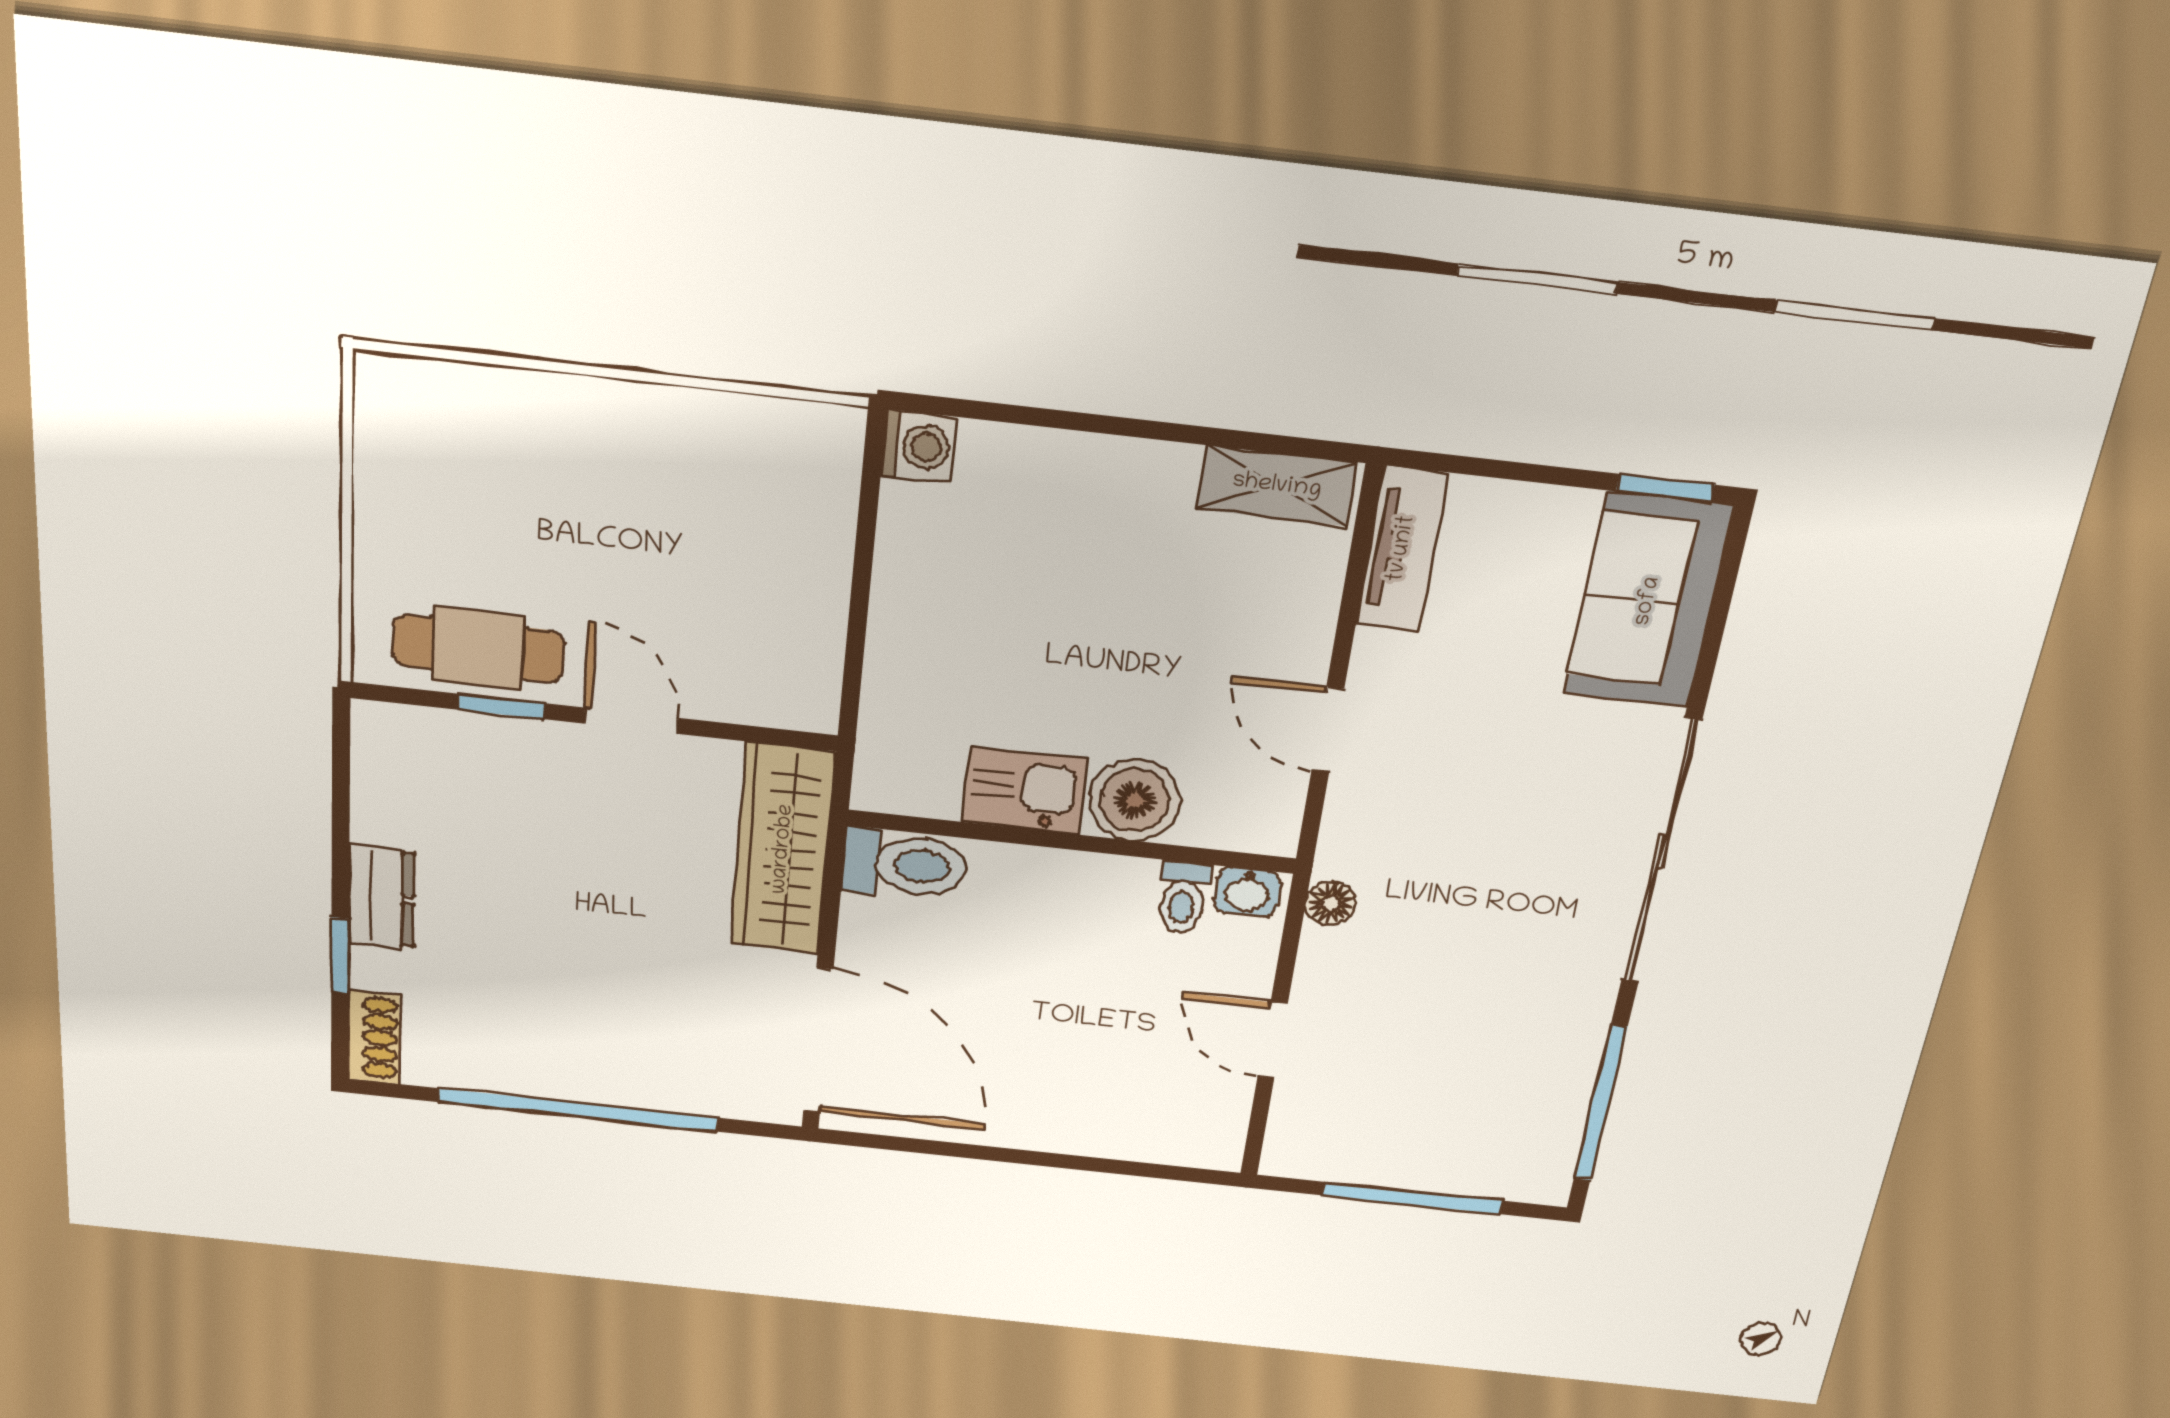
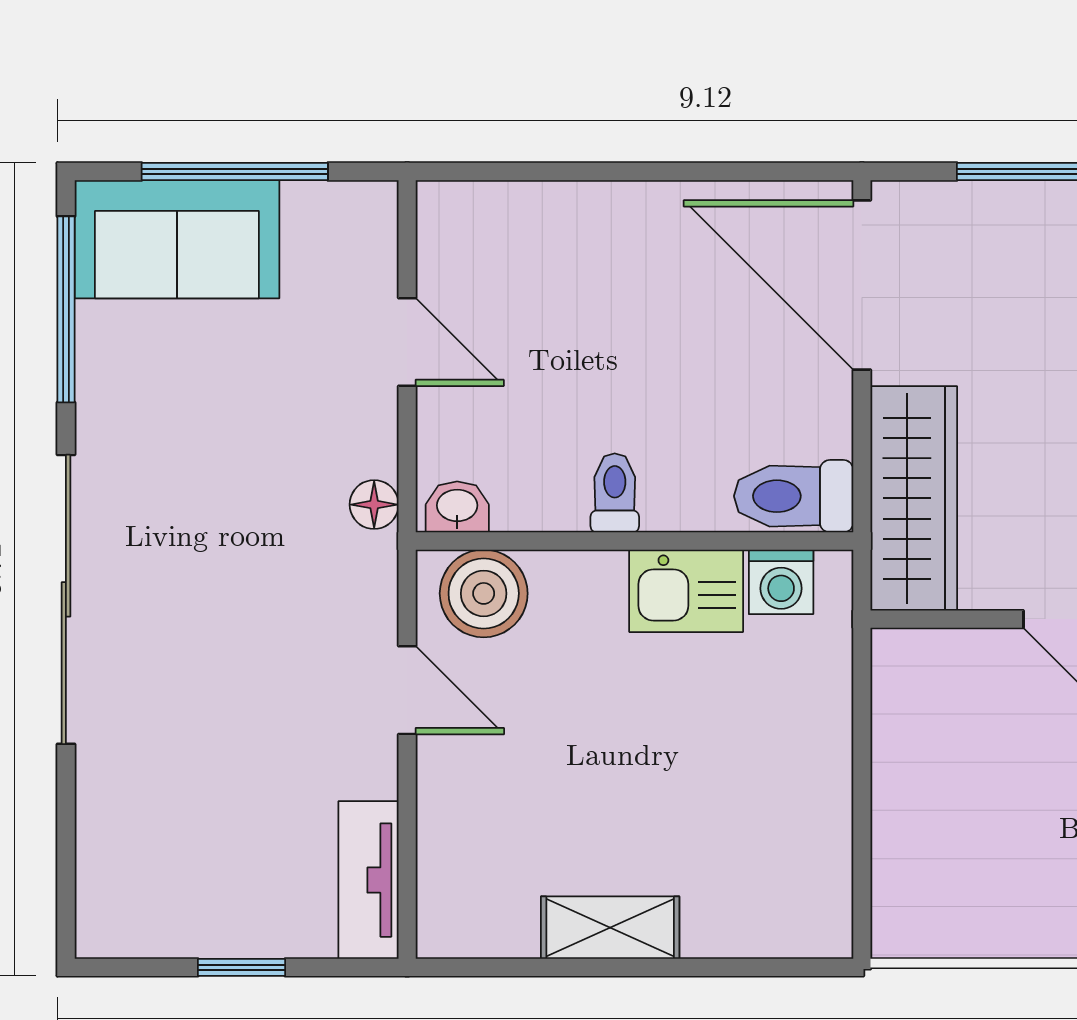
washing machine: (919, 446) -> (781, 582), moved, turned -90
shelving: (1277, 486) -> (610, 928), moved
window: (1665, 488) -> (242, 967), moved
sofa: (1648, 601) -> (177, 239), moved, turned 90
boiler: (1135, 800) -> (484, 593), moved
toilet: (1183, 898) -> (615, 493), moved

